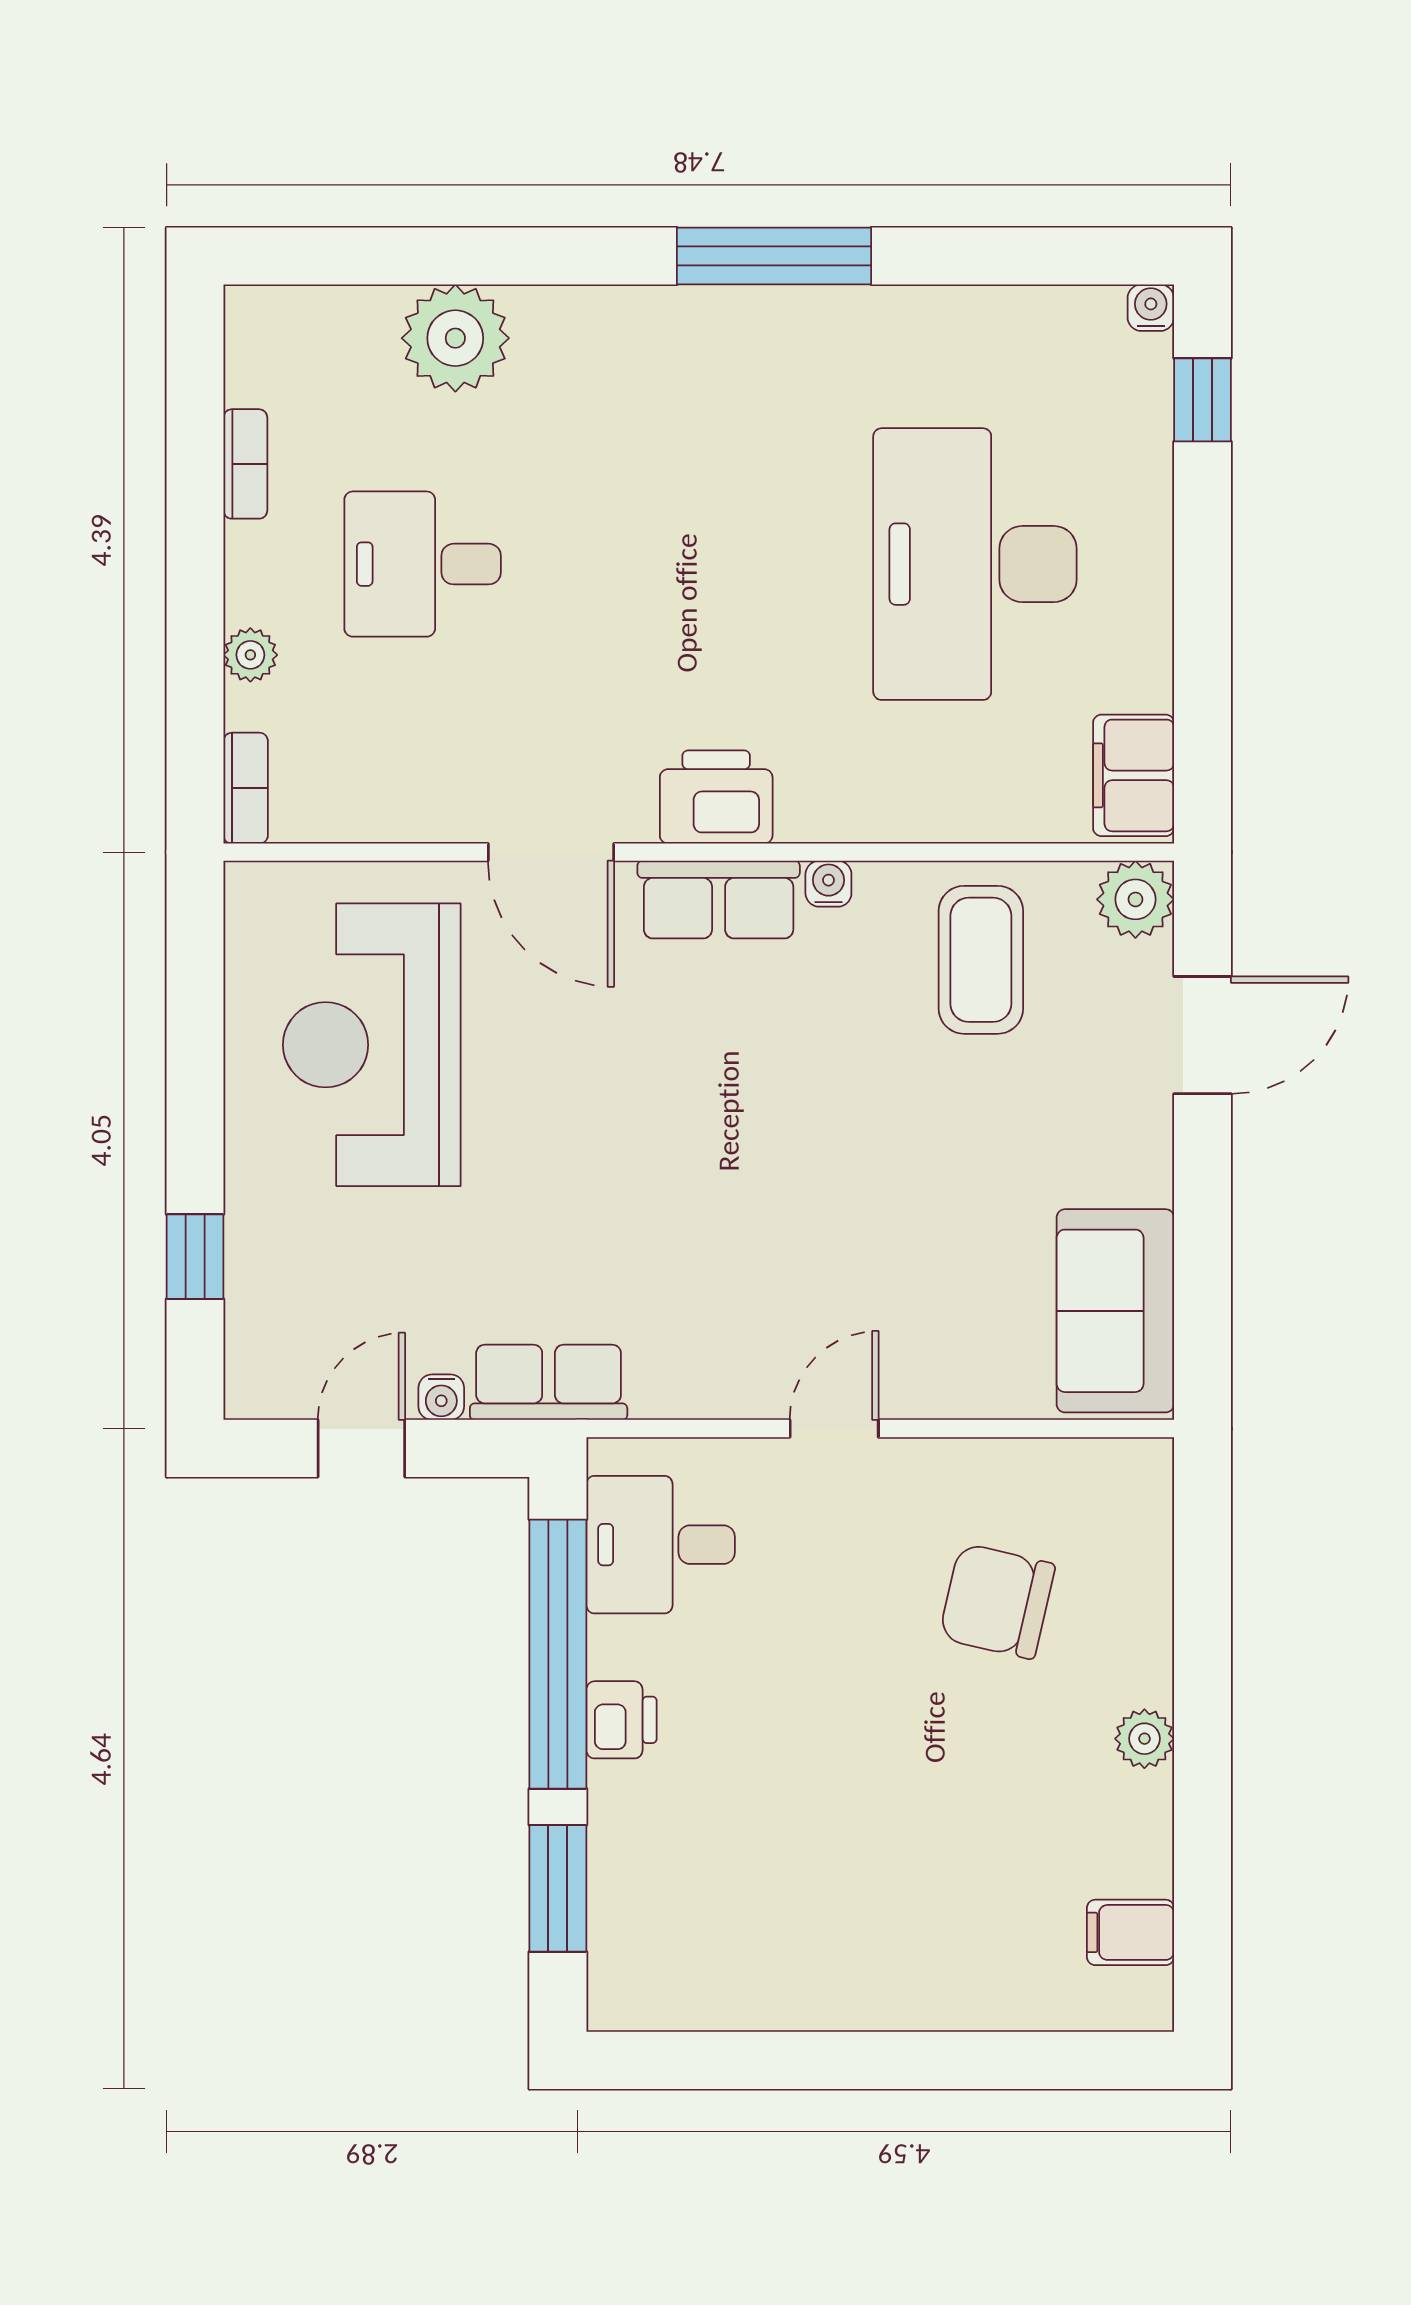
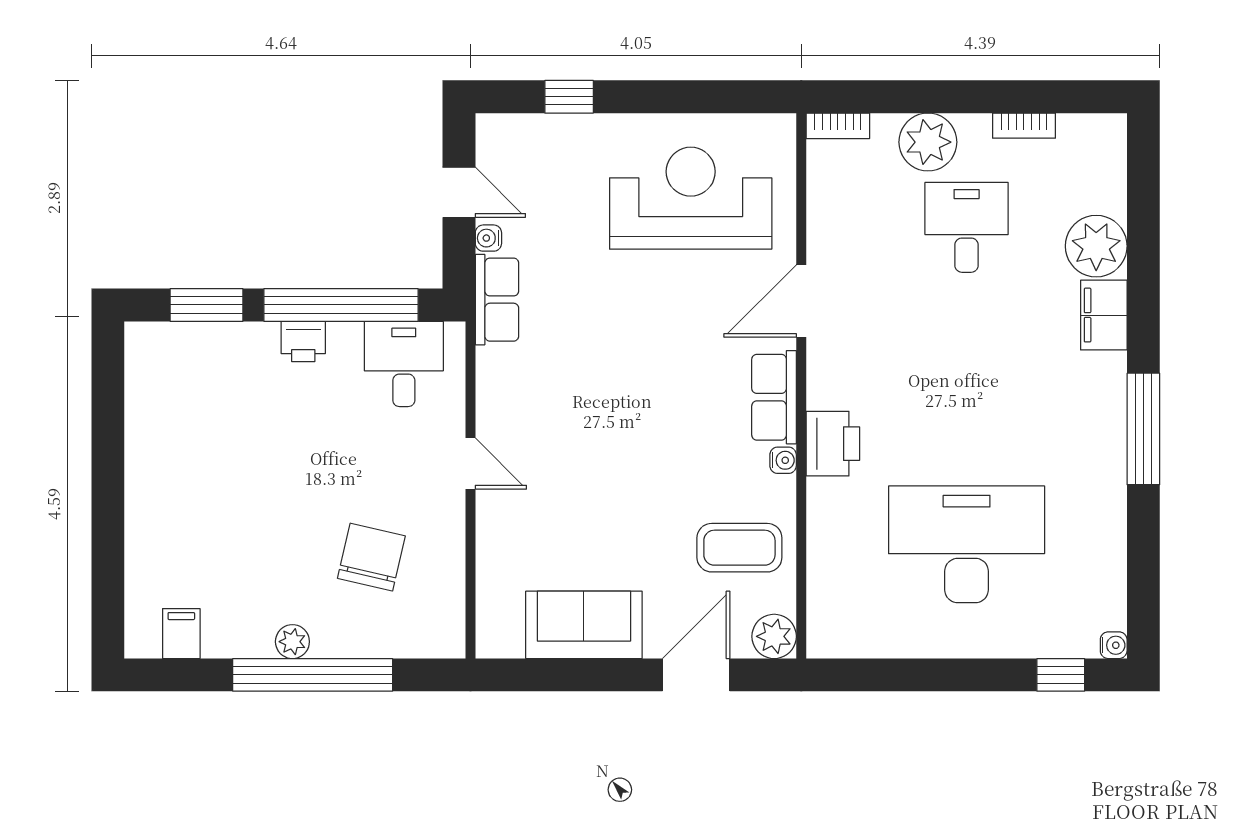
plant: (250, 655) -> (928, 142), width x1.88, depth x1.88
filing cabinet: (1134, 775) -> (1104, 315), moved, turned -90
printer: (716, 797) -> (833, 444), moved
door: (1203, 1035) -> (696, 675), swing flipped
sofa: (1115, 1311) -> (584, 625), moved
window: (1203, 1704) -> (313, 675), added

